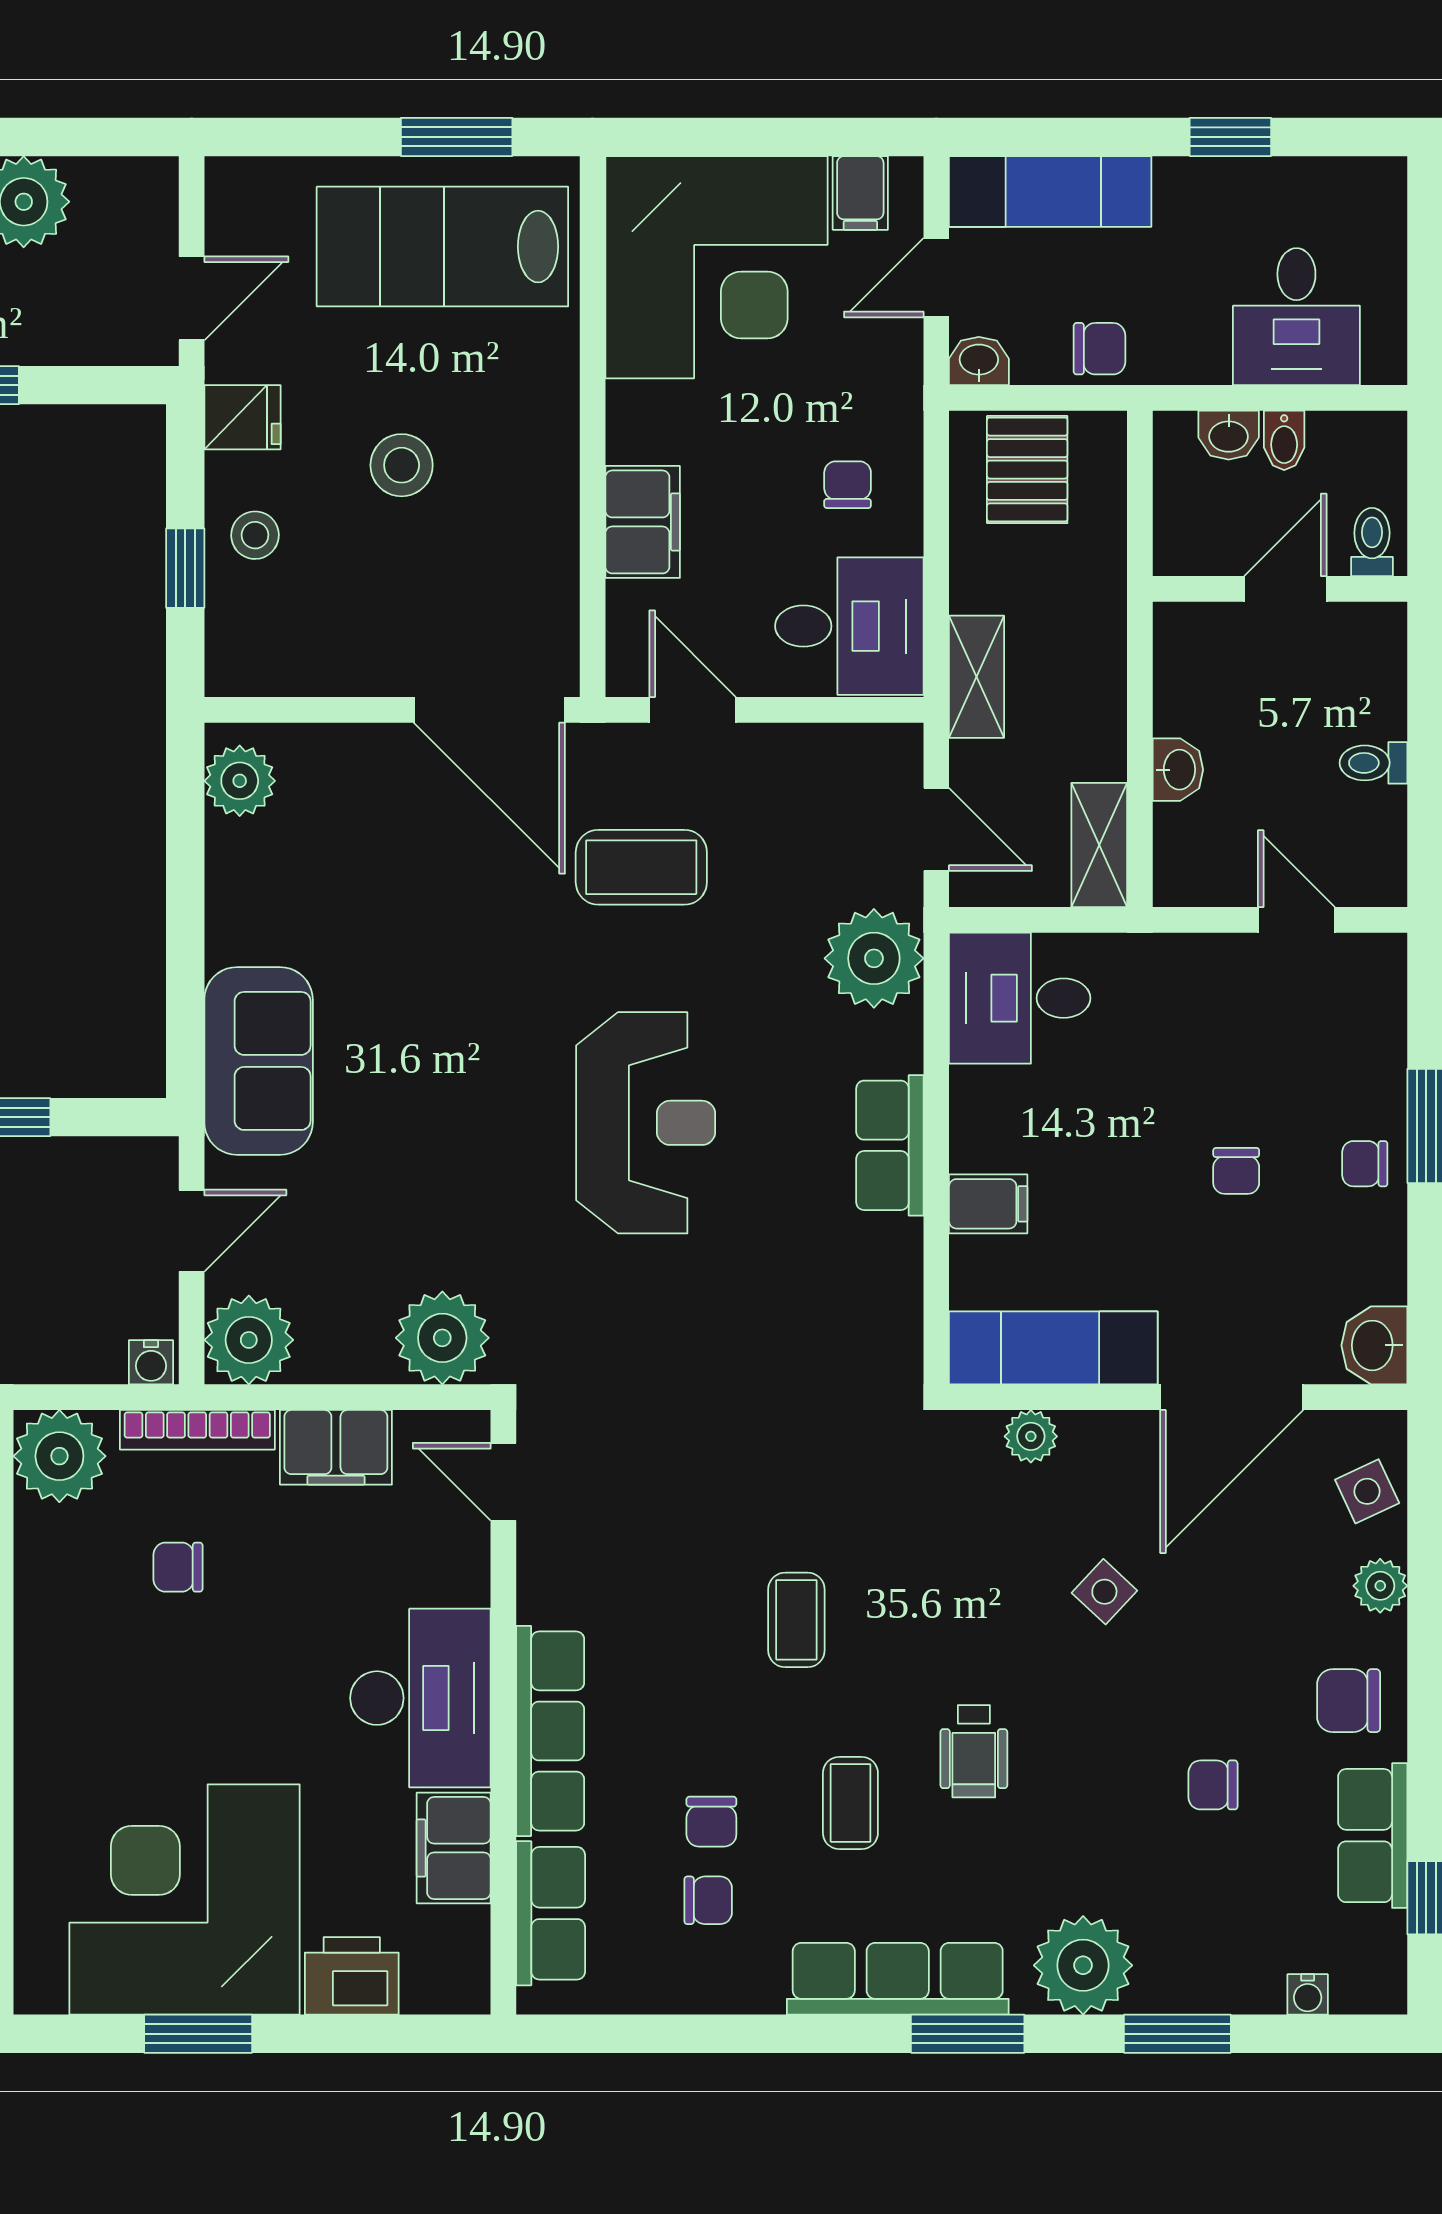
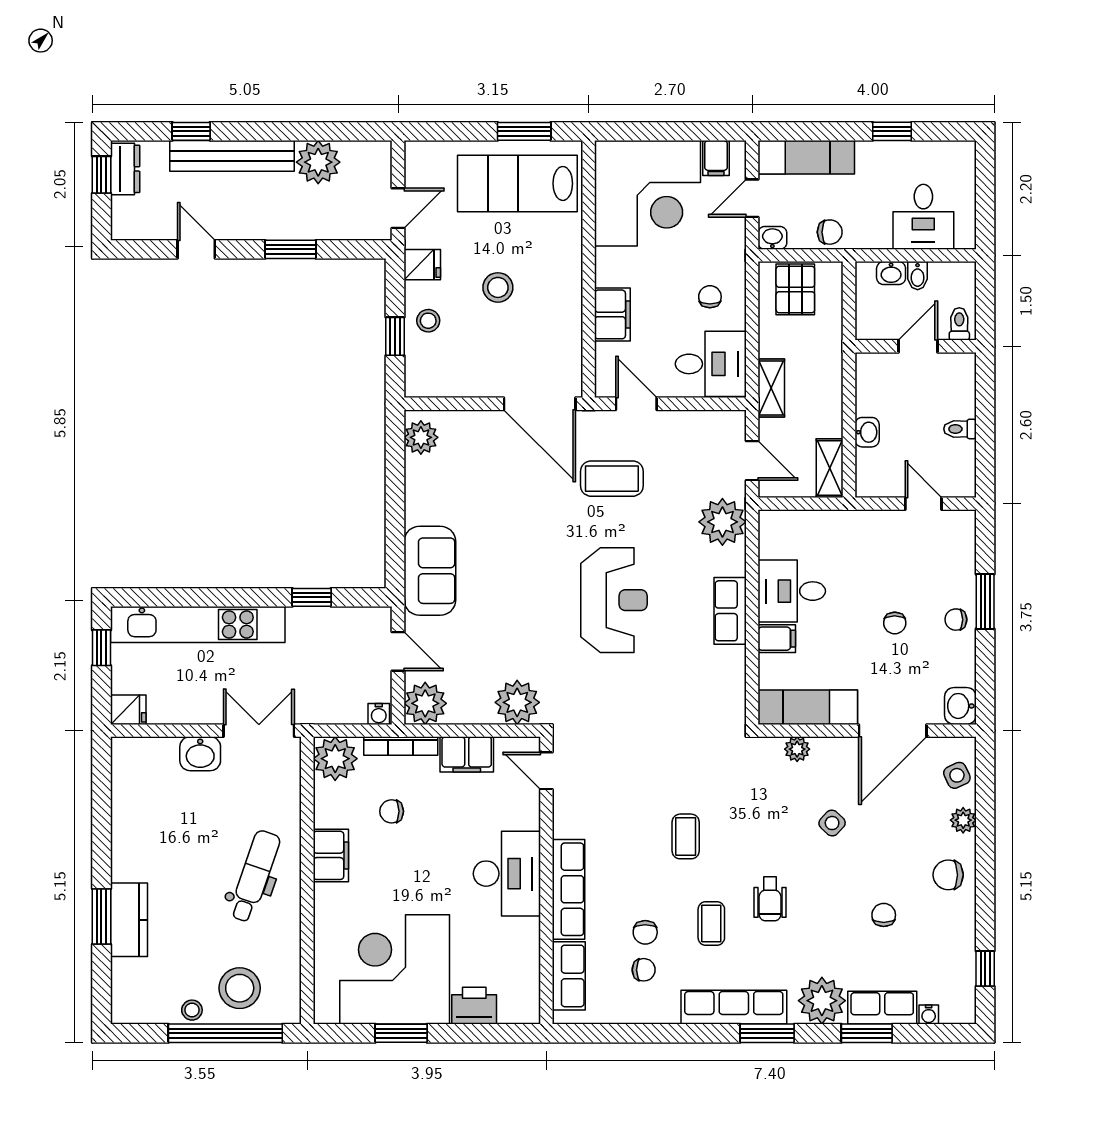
desk: (1020, 998) -> (792, 591), moved
door: (192, 1231) -> (398, 651), hinge flipped
chair: (1213, 1785) -> (884, 915), turned 90
row of seats: (1373, 1836) -> (882, 1008), moved, turned 90
filing cabinet: (454, 1848) -> (331, 855), moved, turned 180

